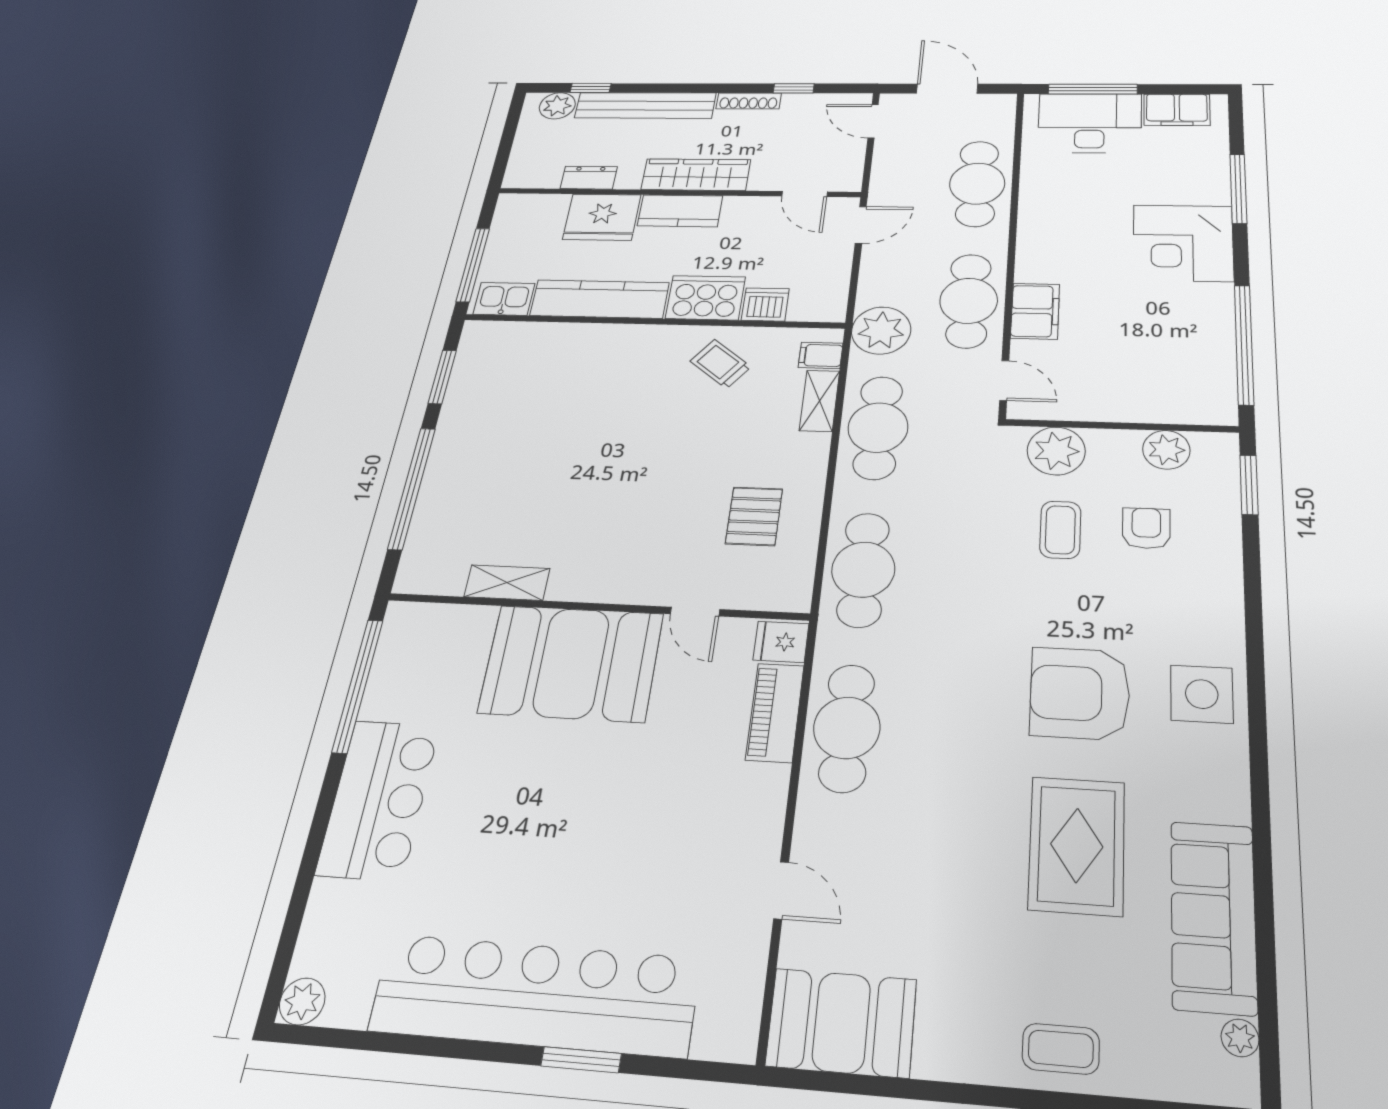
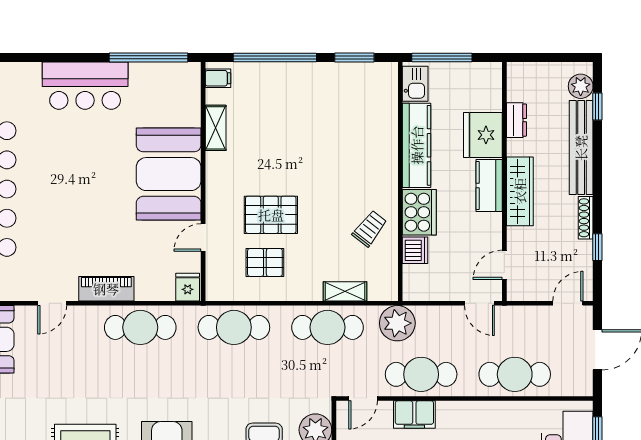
filing cabinet: (821, 355) -> (218, 78), moved, turned 90
pallet: (673, 504) -> (271, 215), added
piano: (775, 712) -> (106, 289), moved

